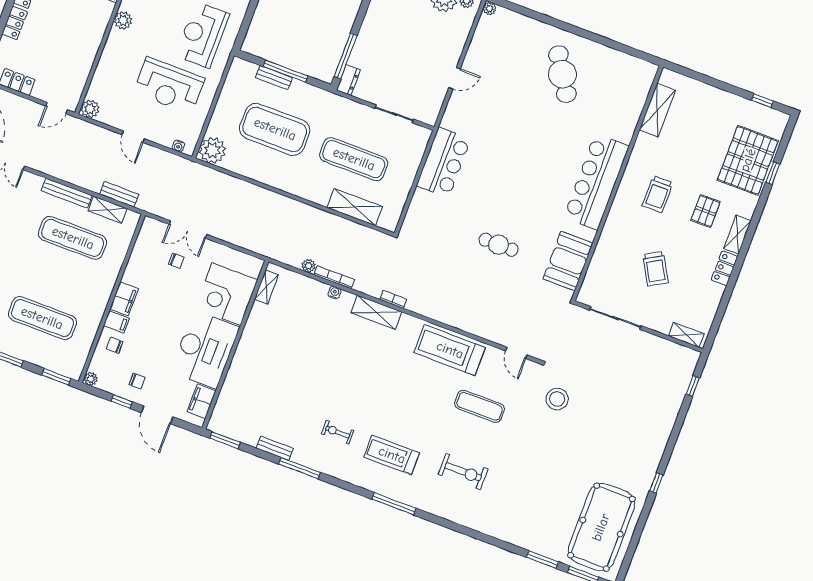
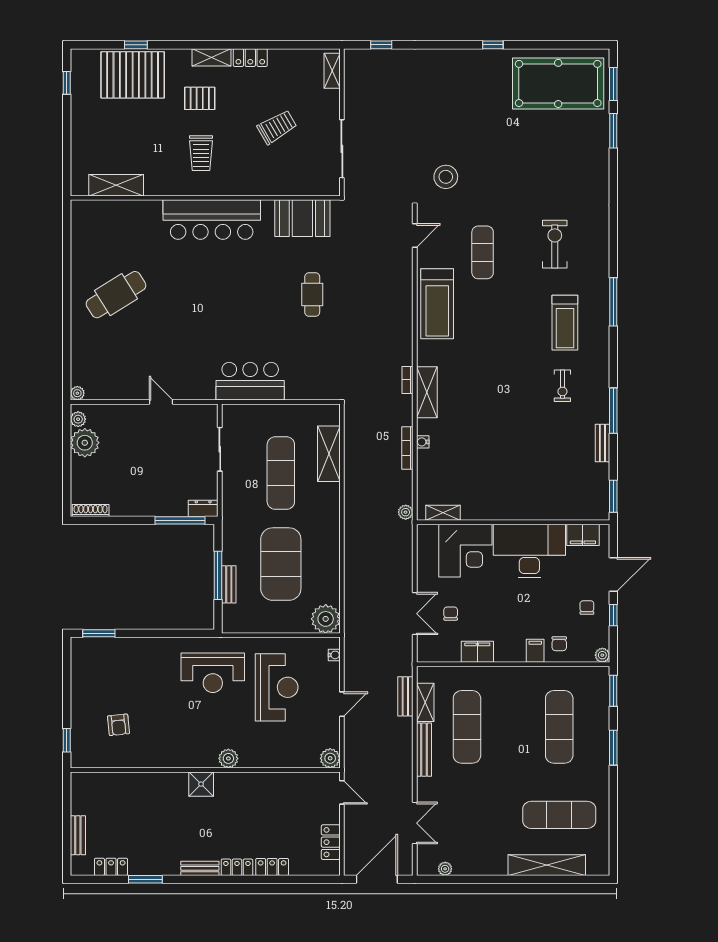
trolley: (658, 194) -> (201, 153), turned 90
plant: (309, 266) -> (406, 512), moved
filing cabinet: (124, 299) -> (477, 652), moved

